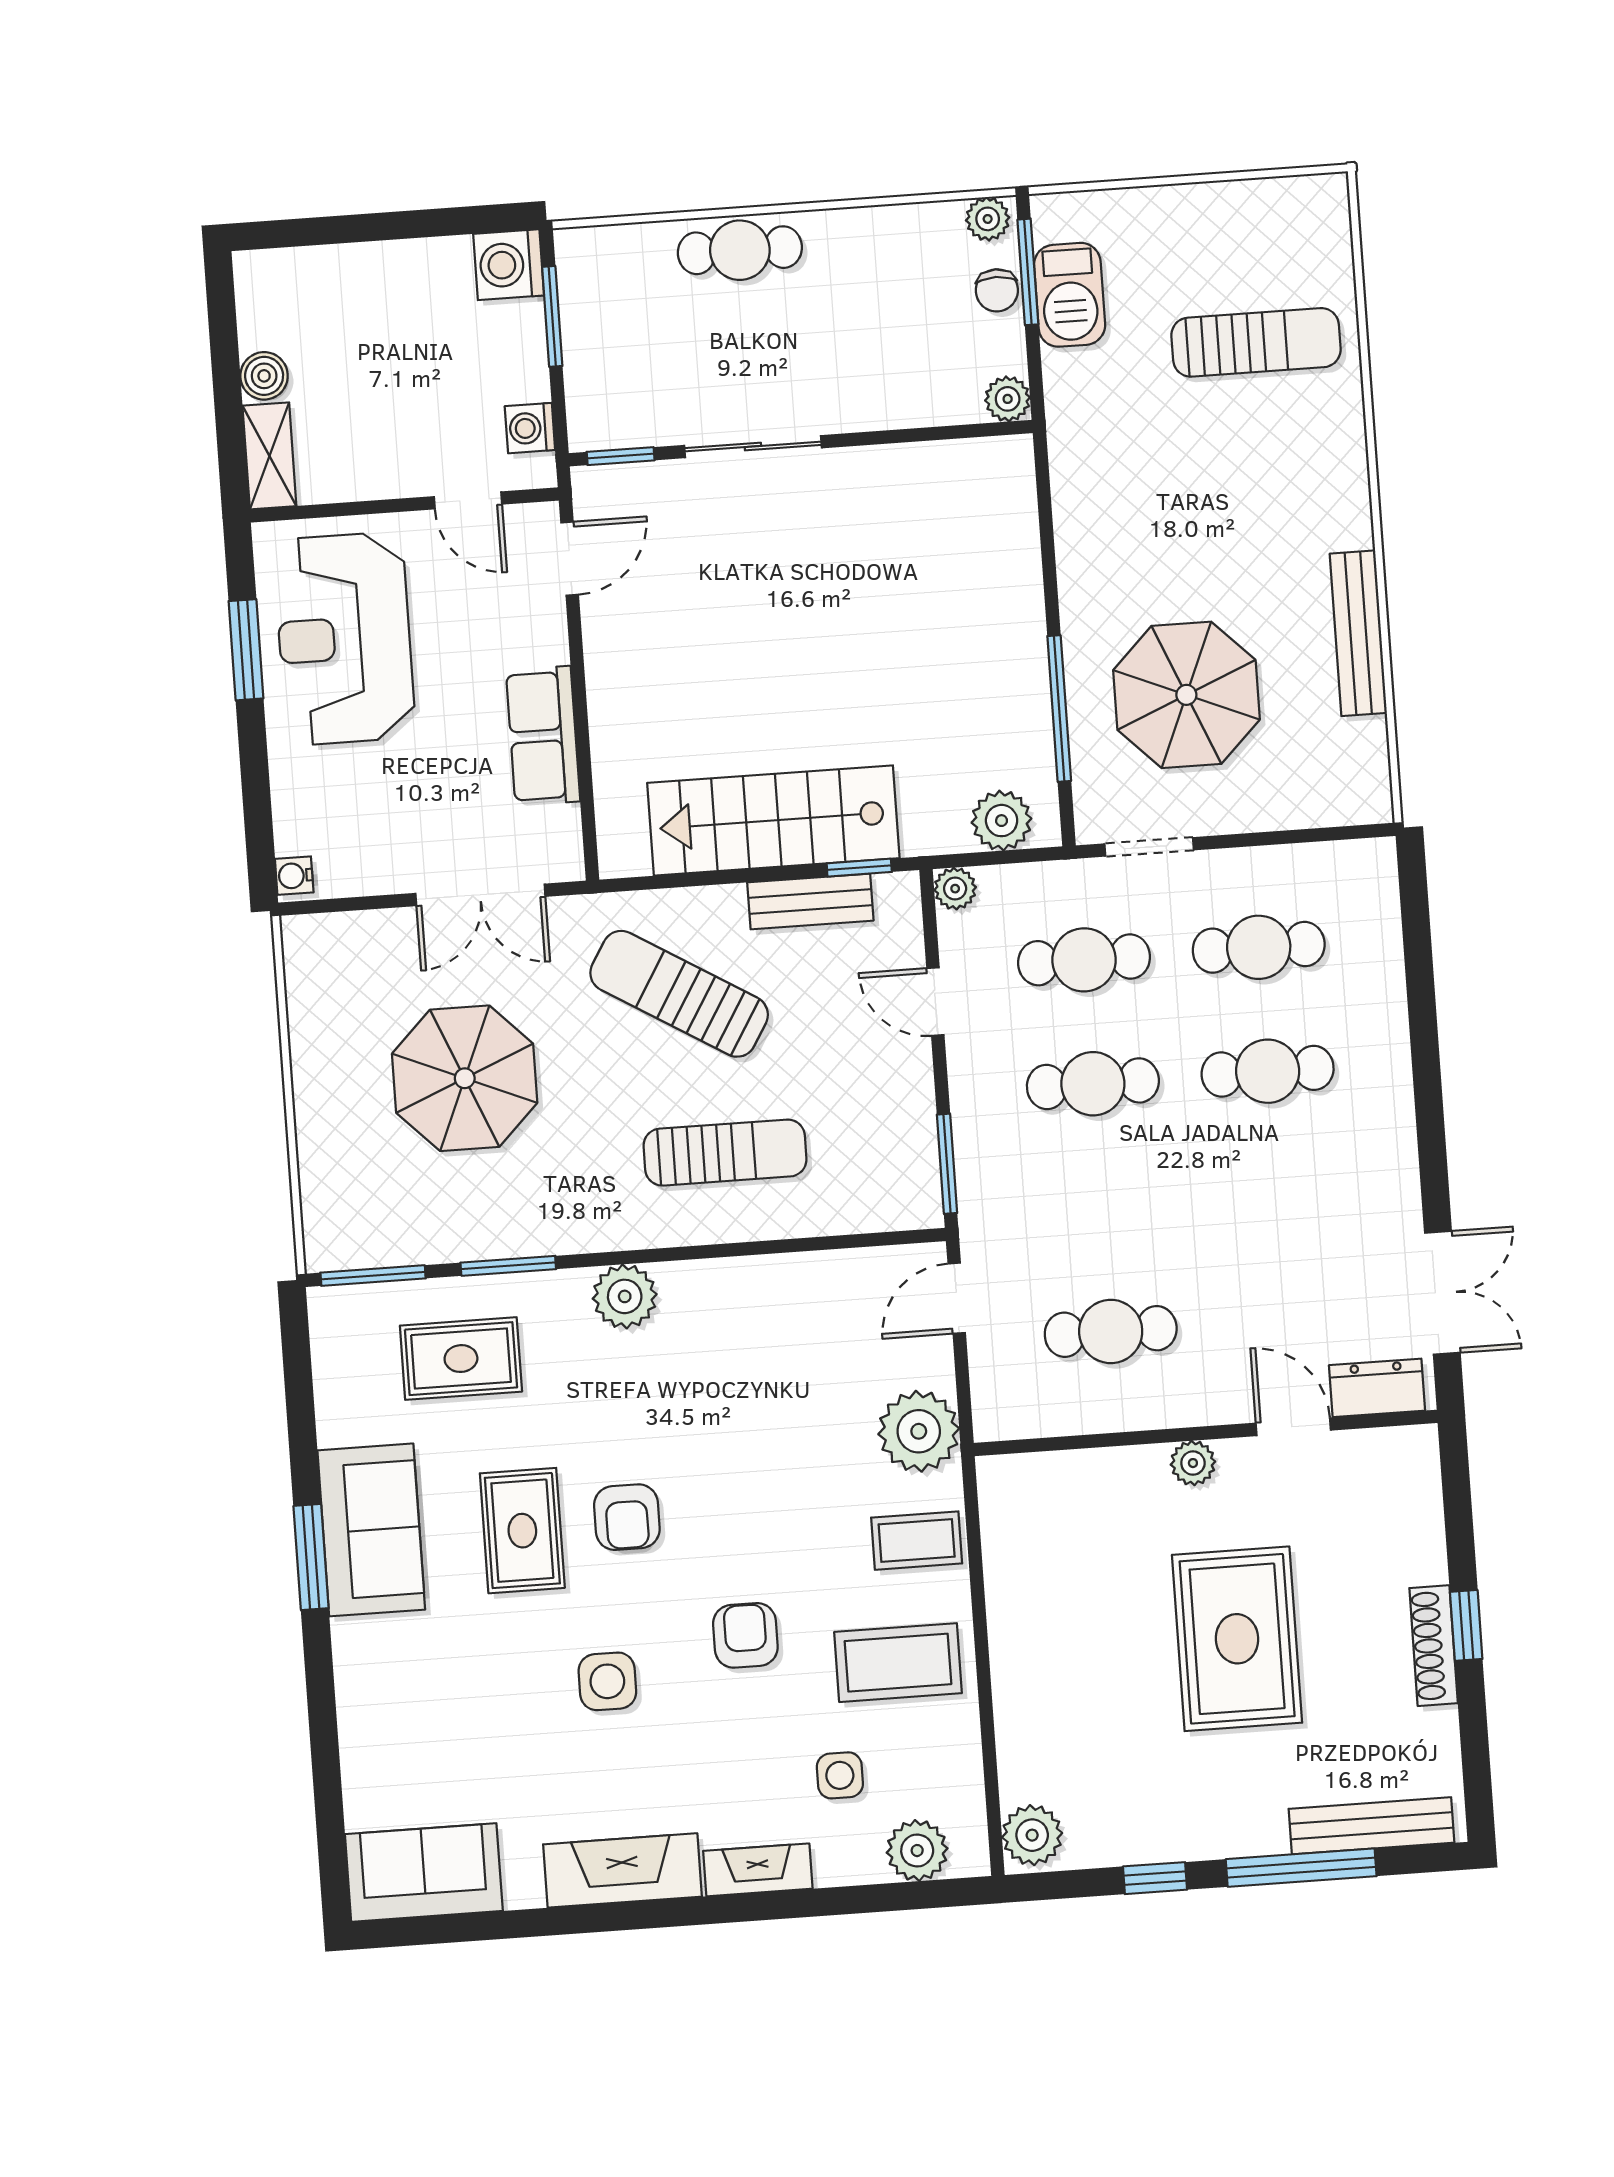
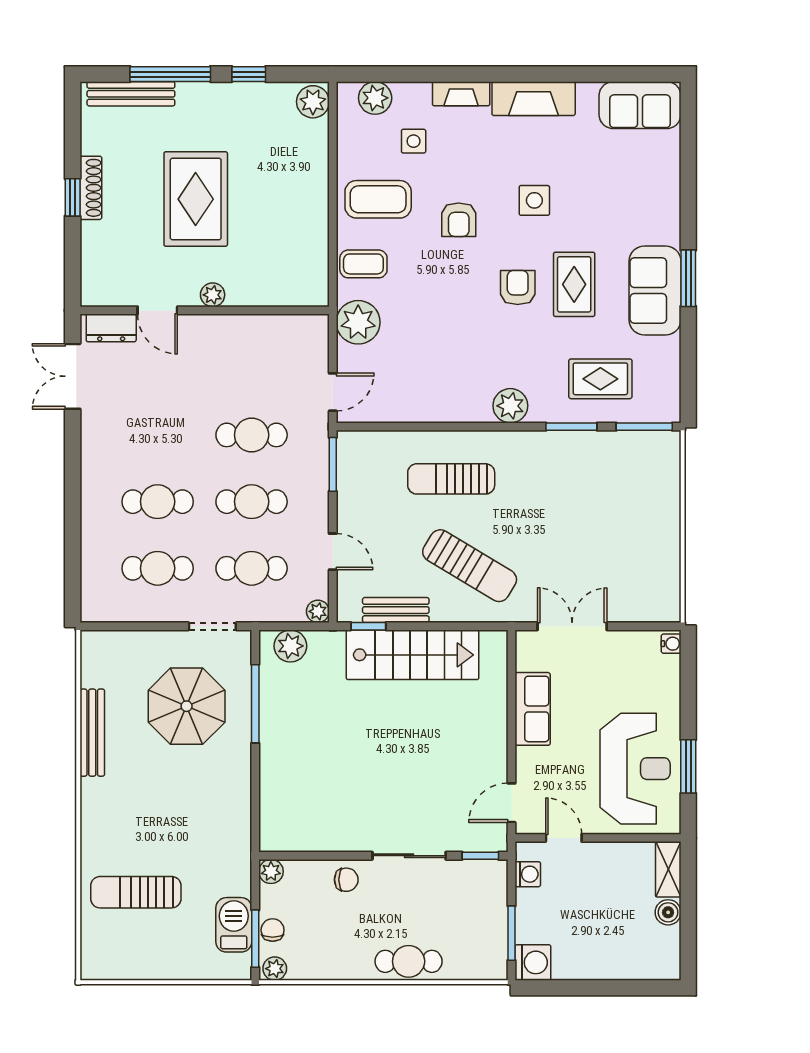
chair: (867, 394) -> (346, 880), added
parasol: (465, 1078) -> (588, 529), removed
cafe table: (1111, 1331) -> (252, 435), moved

